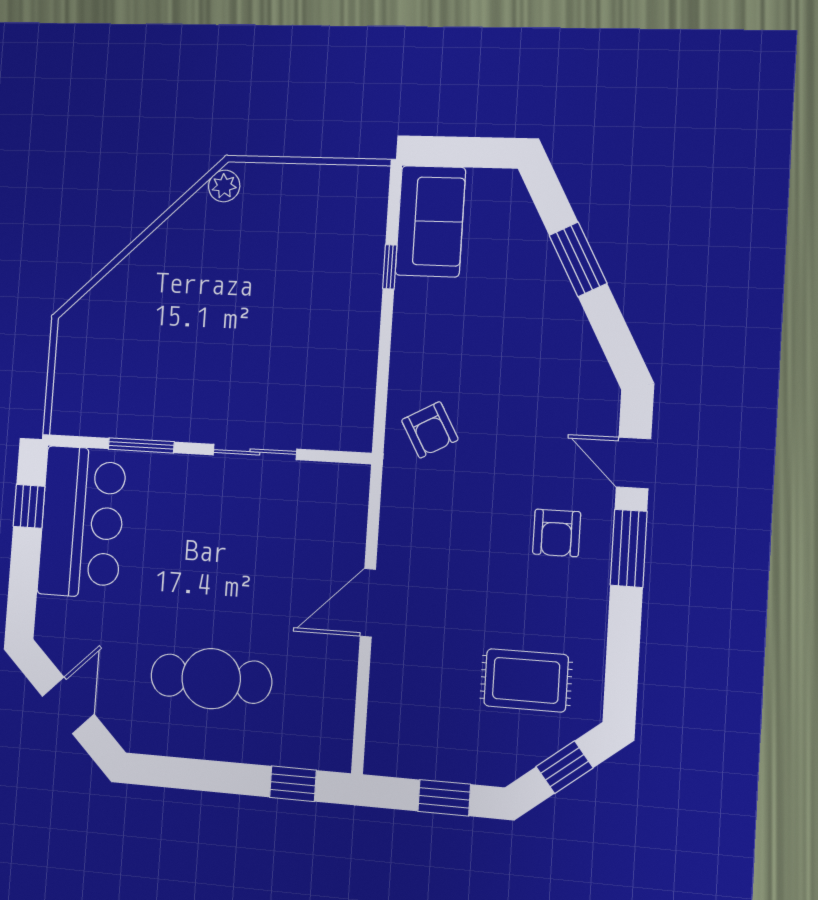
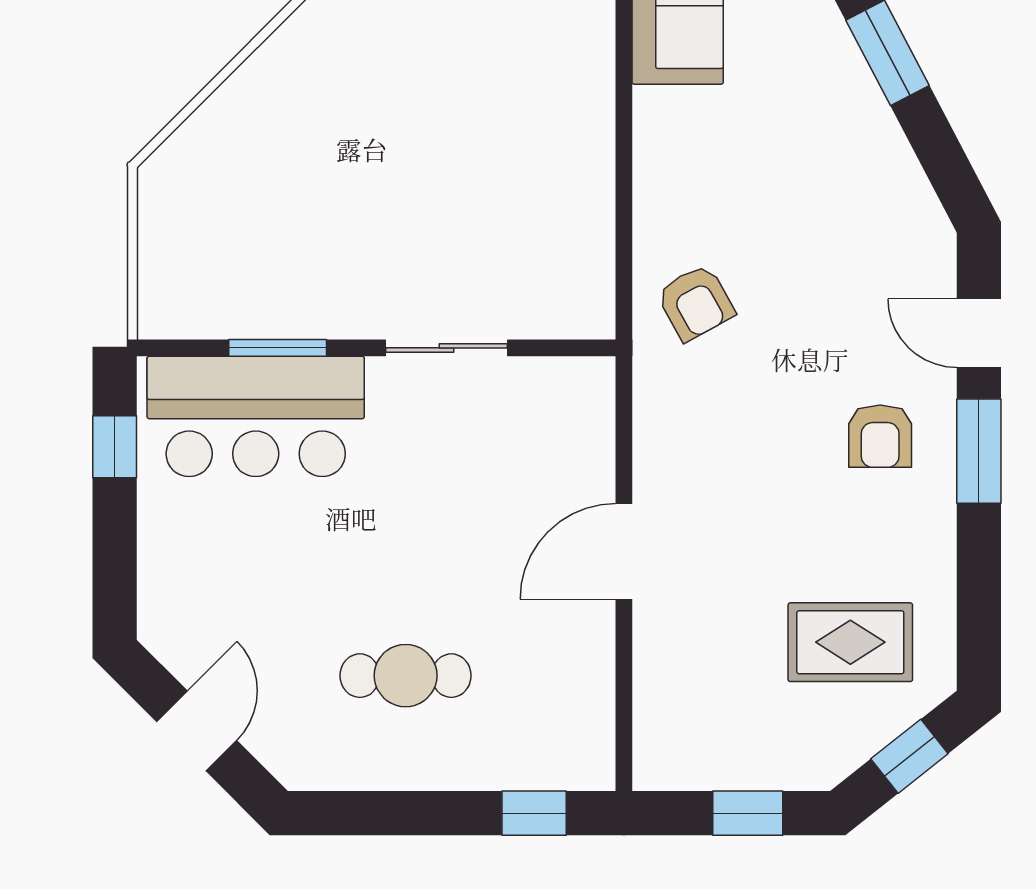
window: (390, 267) -> (624, 73), removed
bar counter: (82, 522) -> (256, 416), moved, turned 90
cafe table: (211, 679) -> (406, 676), width x0.73, depth x0.74

